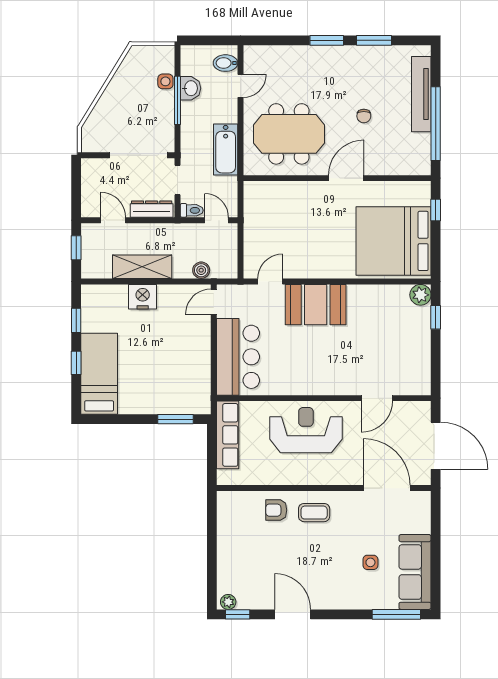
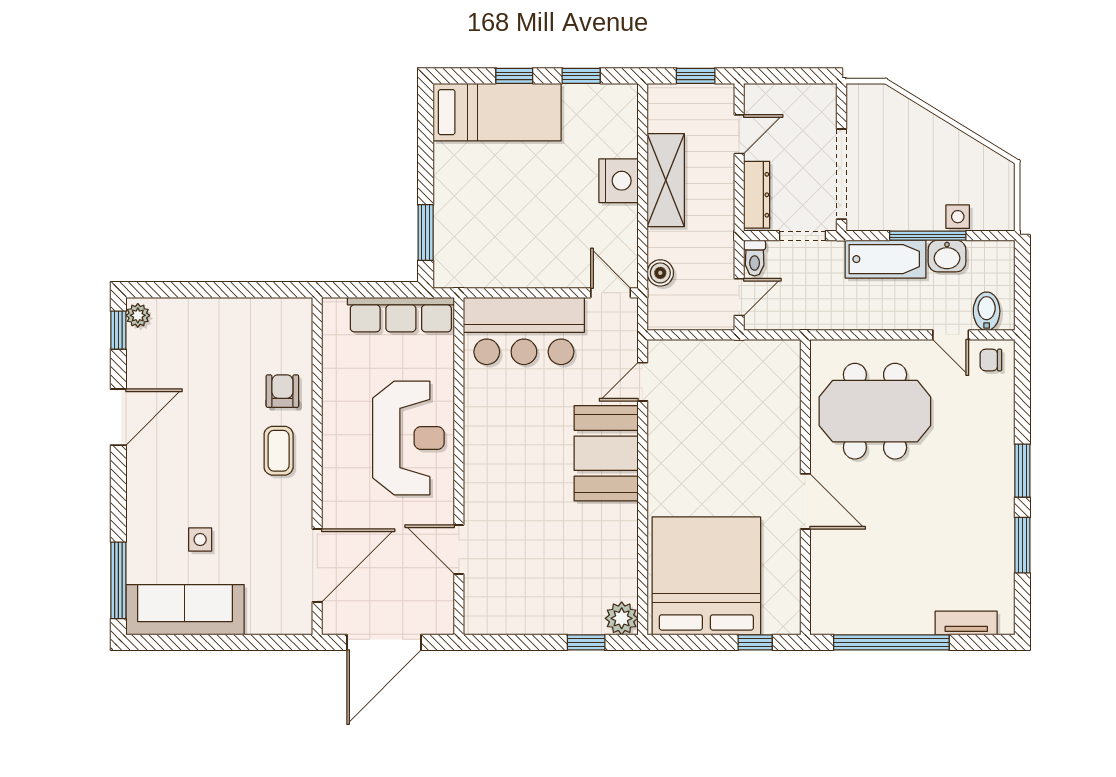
tv unit: (421, 94) -> (966, 623), width x0.52, depth x0.78
chair: (364, 116) -> (991, 360), moved
meeting table: (289, 134) -> (875, 411), turned 90
bathtub: (226, 149) -> (885, 259), moved, turned 180
door: (270, 281) -> (643, 382), swing flipped

